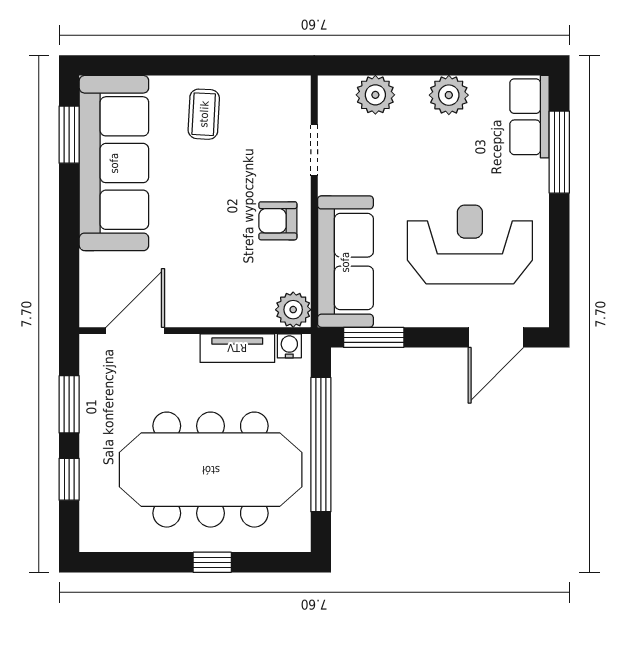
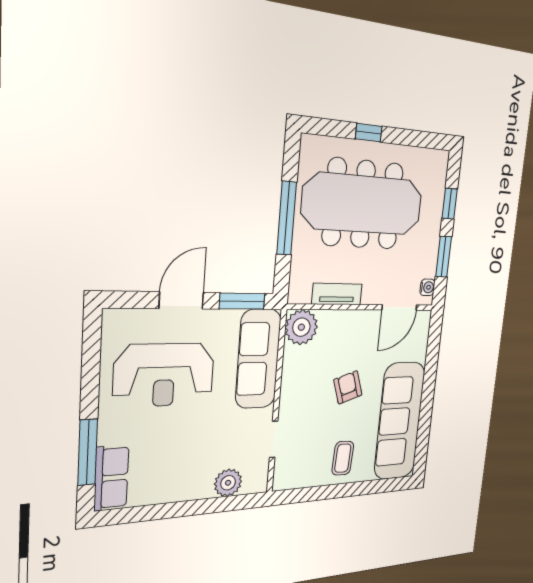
plant: (449, 95) -> (174, 488), removed
window: (69, 135) -> (423, 438), removed
armchair: (278, 221) -> (348, 387), moved, turned -108
plant: (293, 310) -> (301, 327), width x1.36, depth x1.36
door: (496, 337) -> (181, 300), moved
water cooler: (289, 346) -> (427, 287), moved, turned -90
window: (321, 445) -> (287, 218), width x0.68

